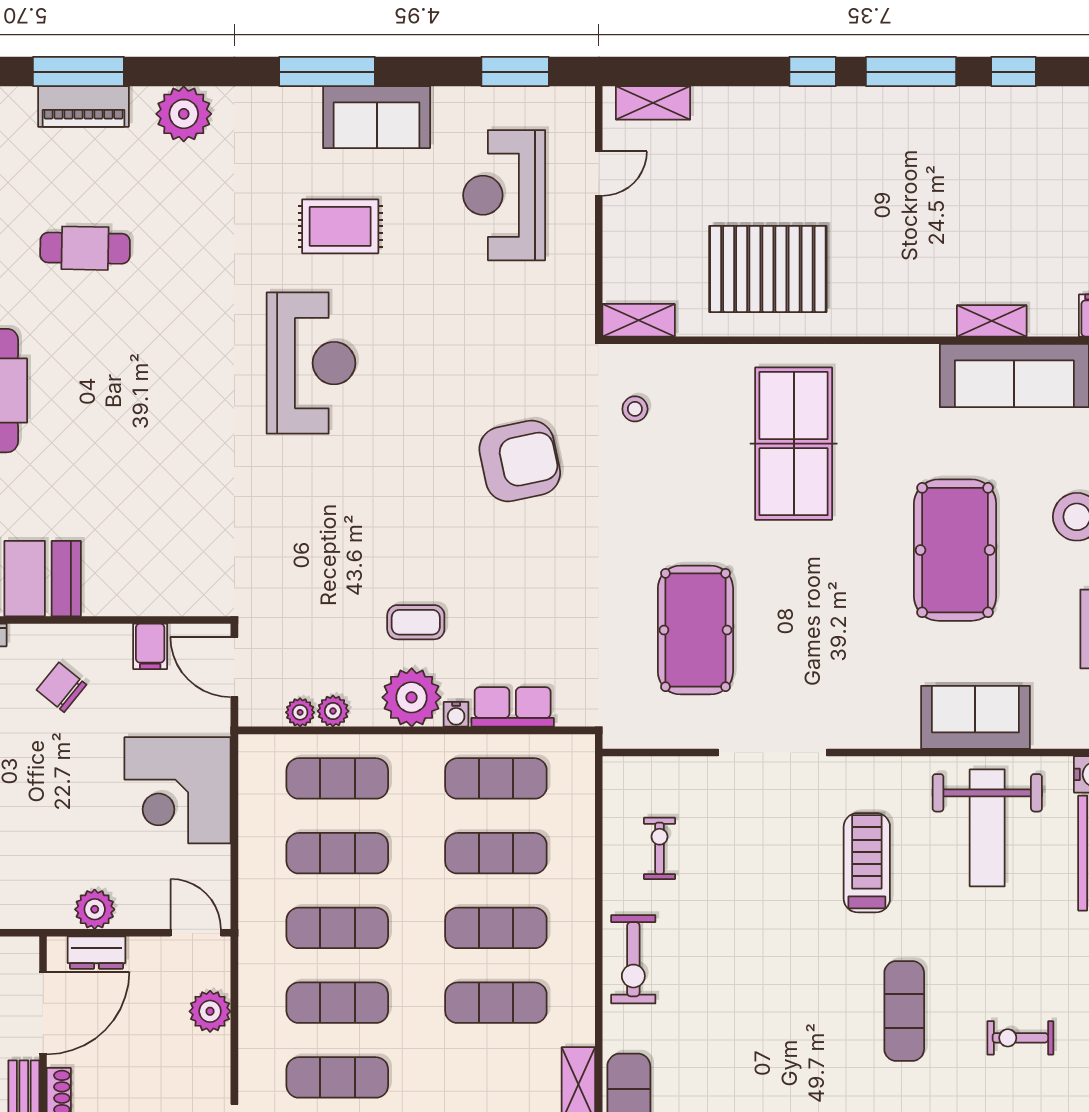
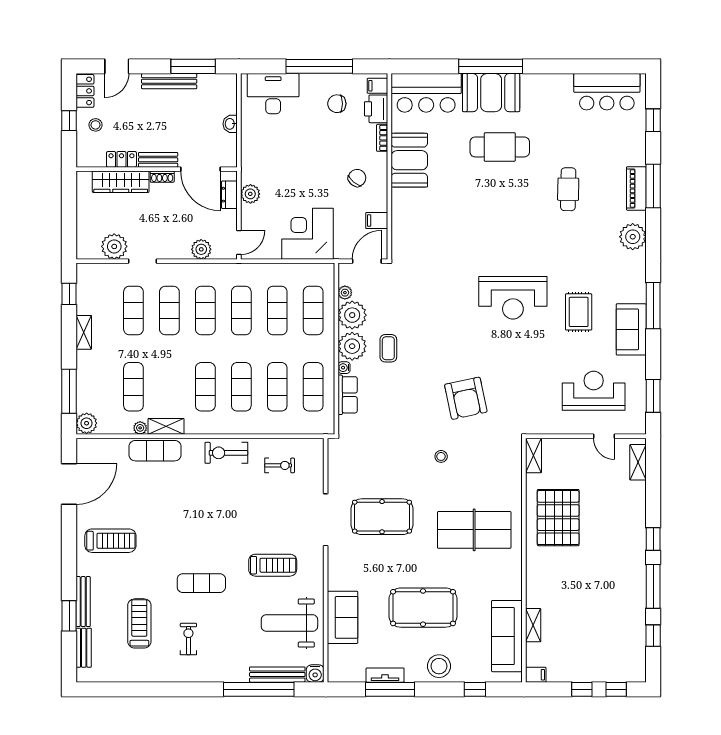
stool: (635, 409) -> (441, 456), moved
pool table: (695, 630) -> (382, 517), moved
plant: (333, 711) -> (352, 315), width x1.87, depth x1.87

